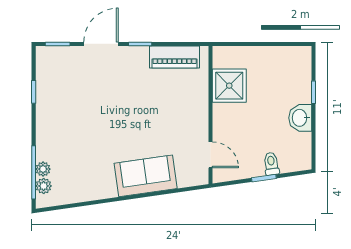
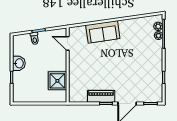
piano: (175, 57) -> (101, 96), moved

